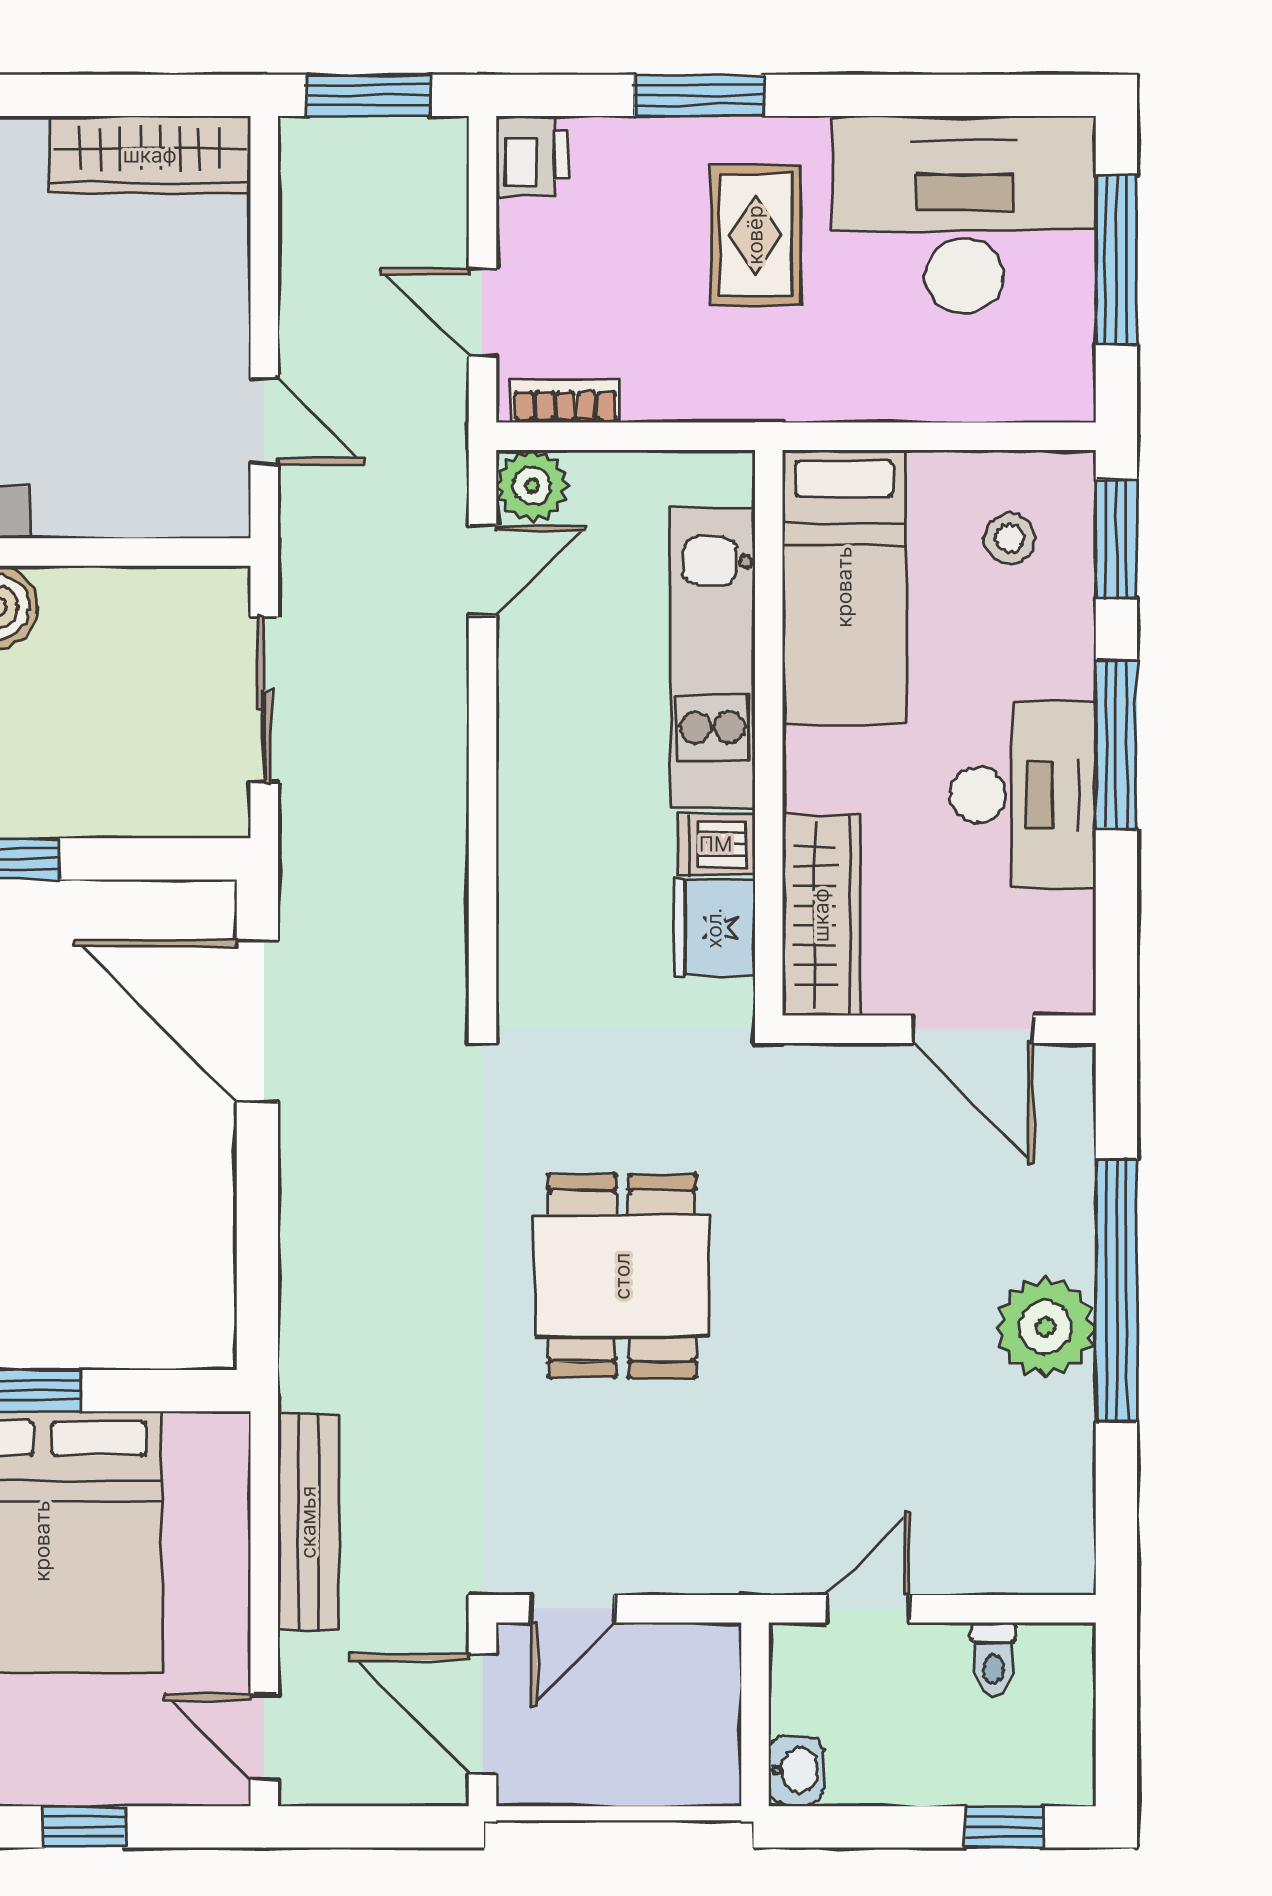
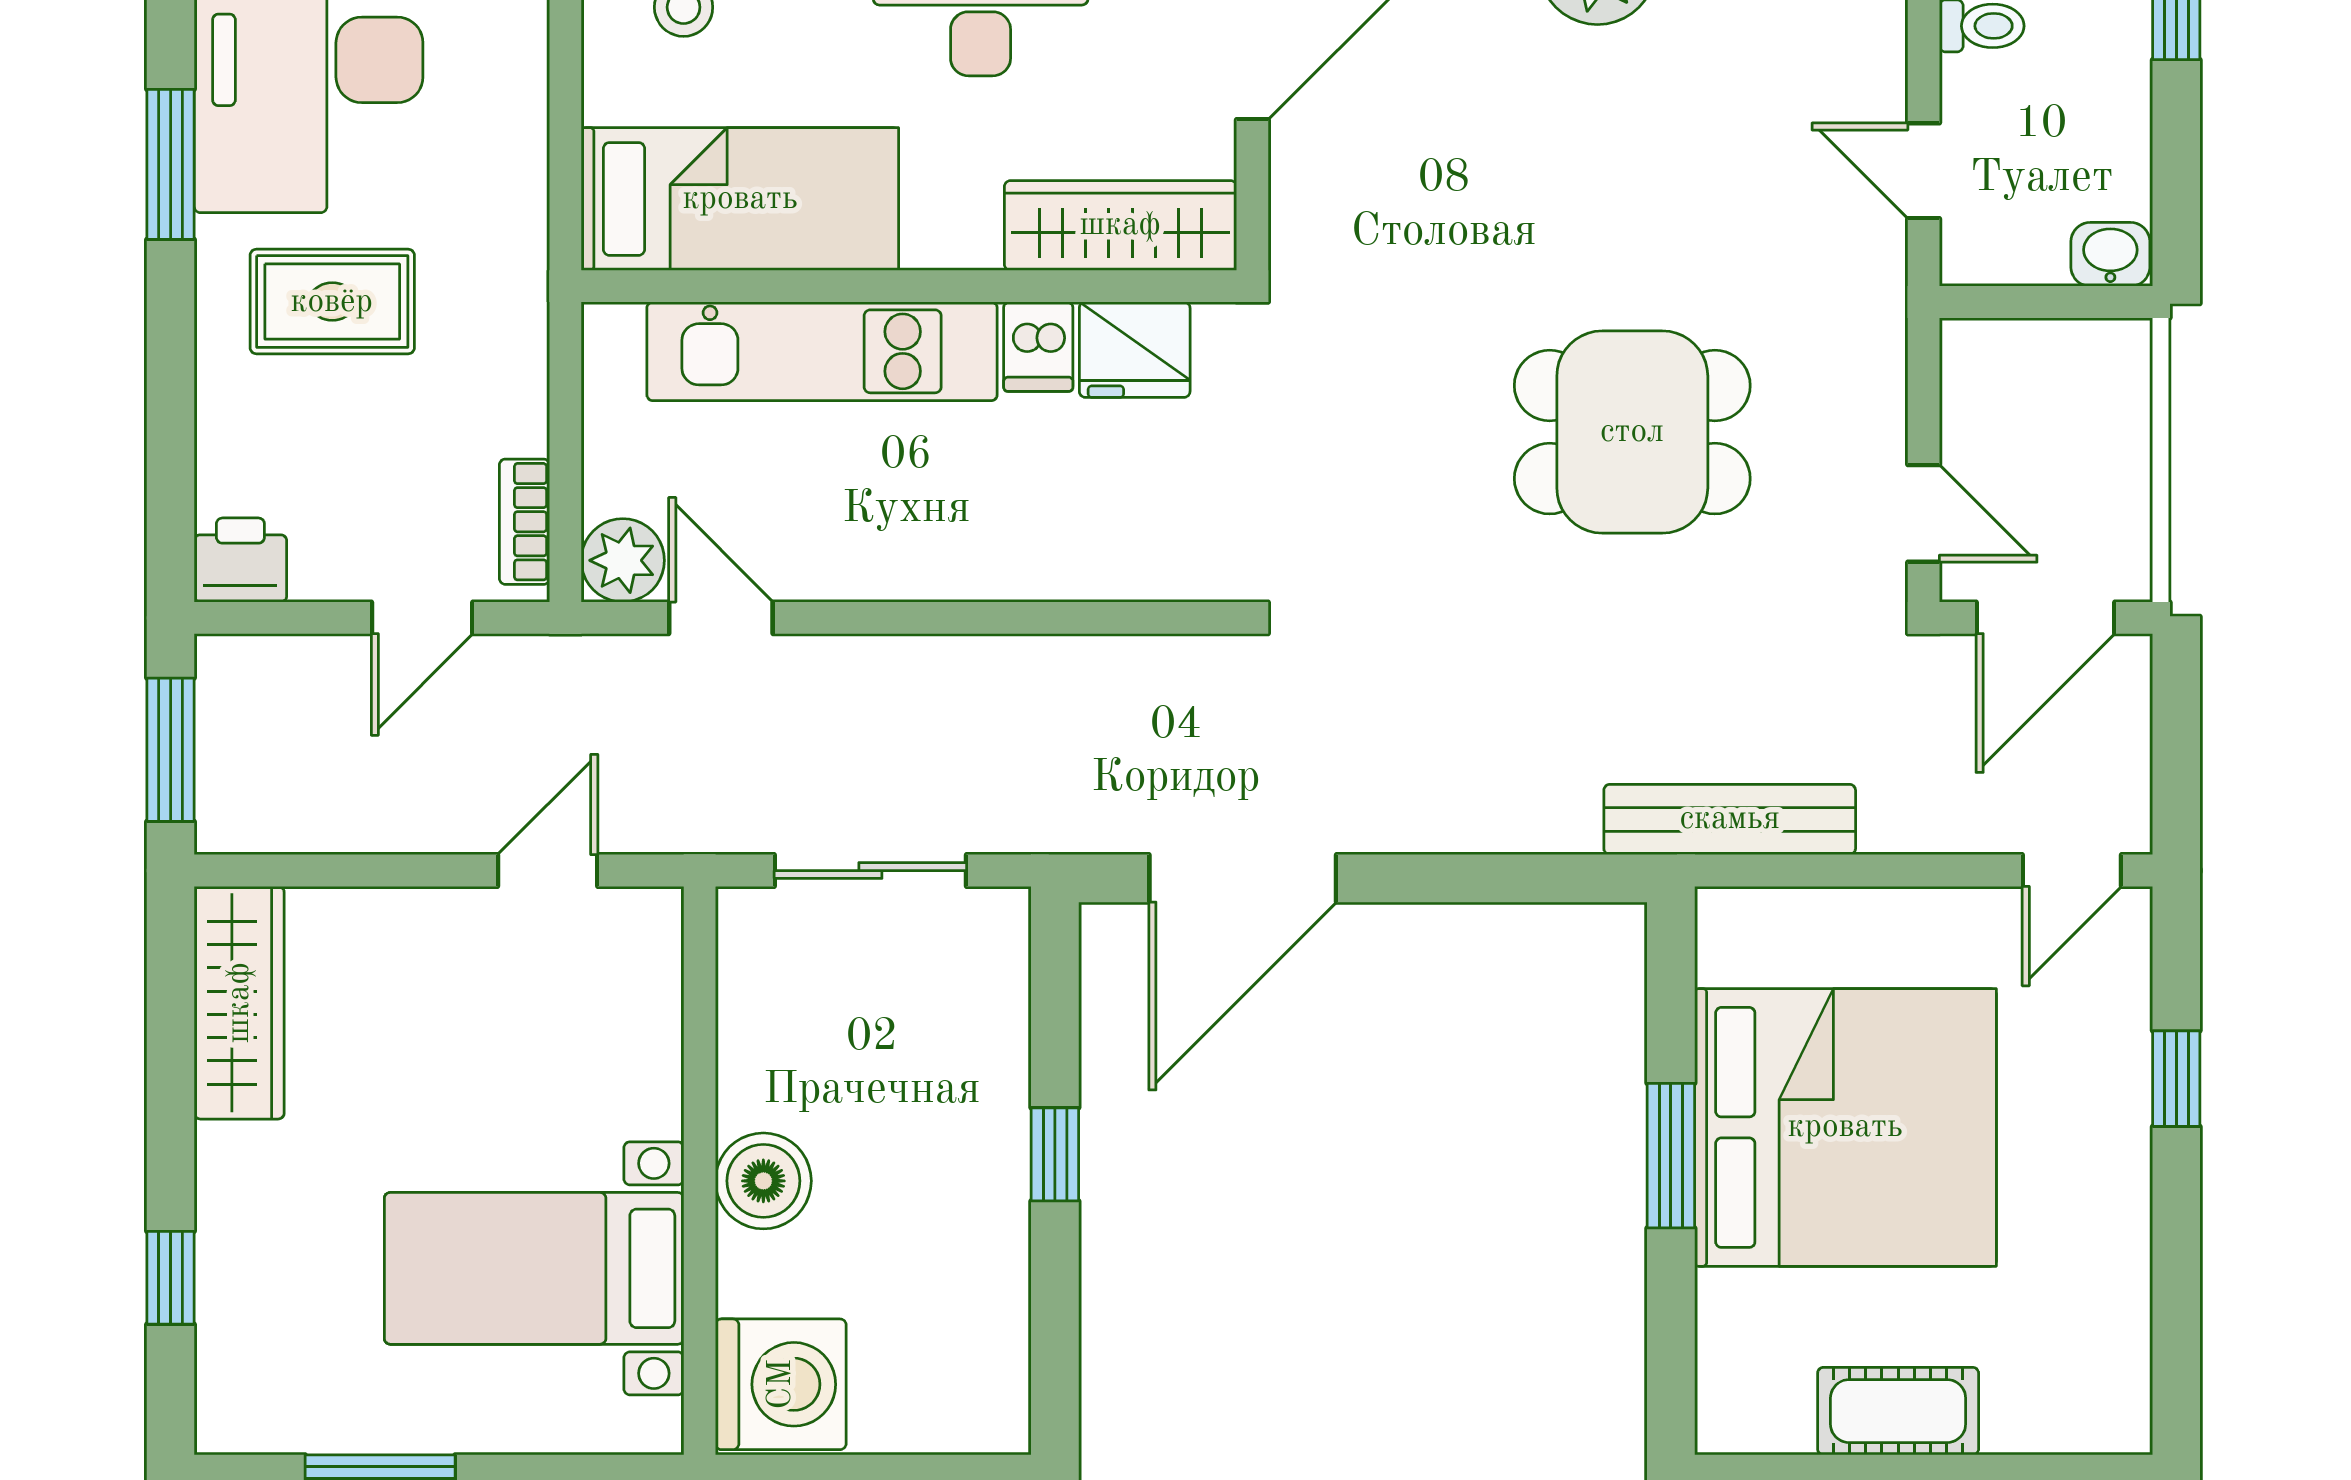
window: (699, 95) -> (171, 164), moved
dining table: (622, 1276) -> (1632, 432), moved
bench: (308, 1522) -> (1730, 819), moved

